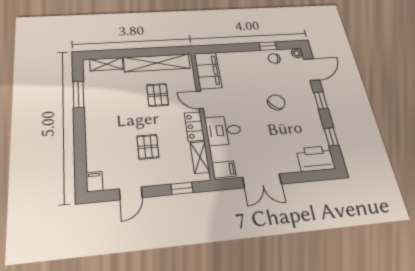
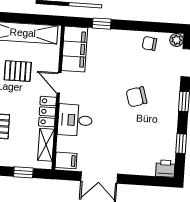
window: (268, 46) -> (102, 24), moved
pallet: (158, 95) -> (18, 71), turned 90
chair: (276, 102) -> (137, 97), turned -150
printer: (316, 159) -> (165, 168), width x0.53, depth x0.68

